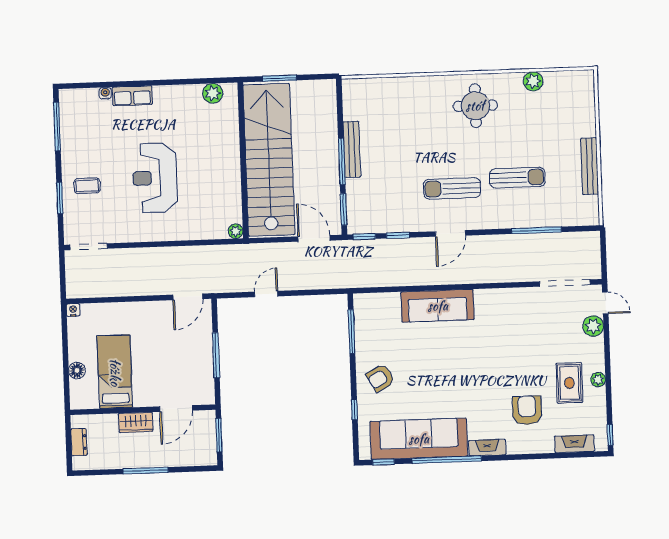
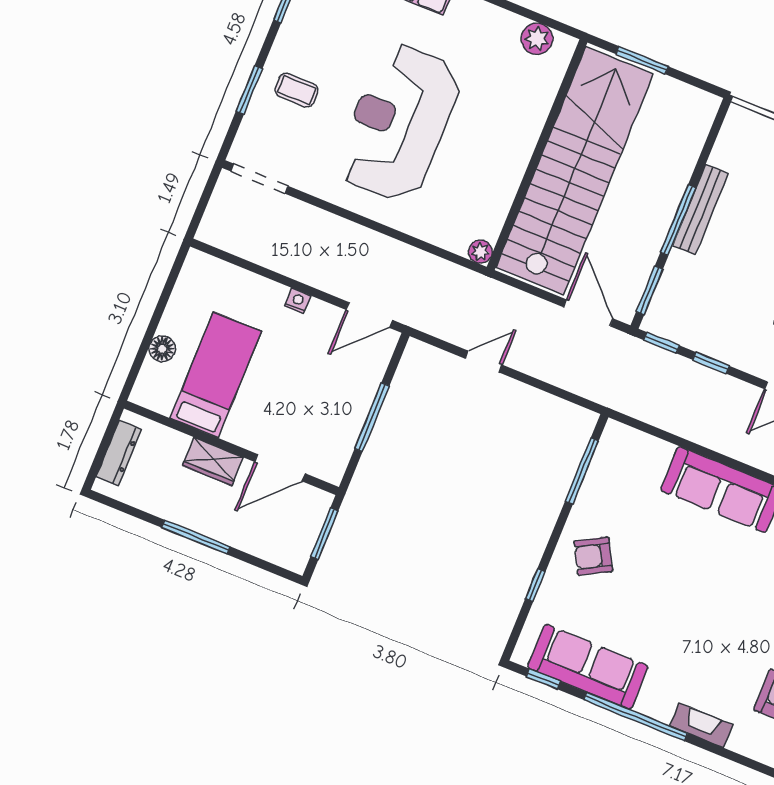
reception desk: (155, 178) -> (399, 123), width x1.36, depth x1.30
nightstand: (73, 310) -> (298, 301), moved
sofa: (419, 439) -> (588, 667), width x0.74, depth x0.79
dresser: (79, 442) -> (119, 453), width x1.44

